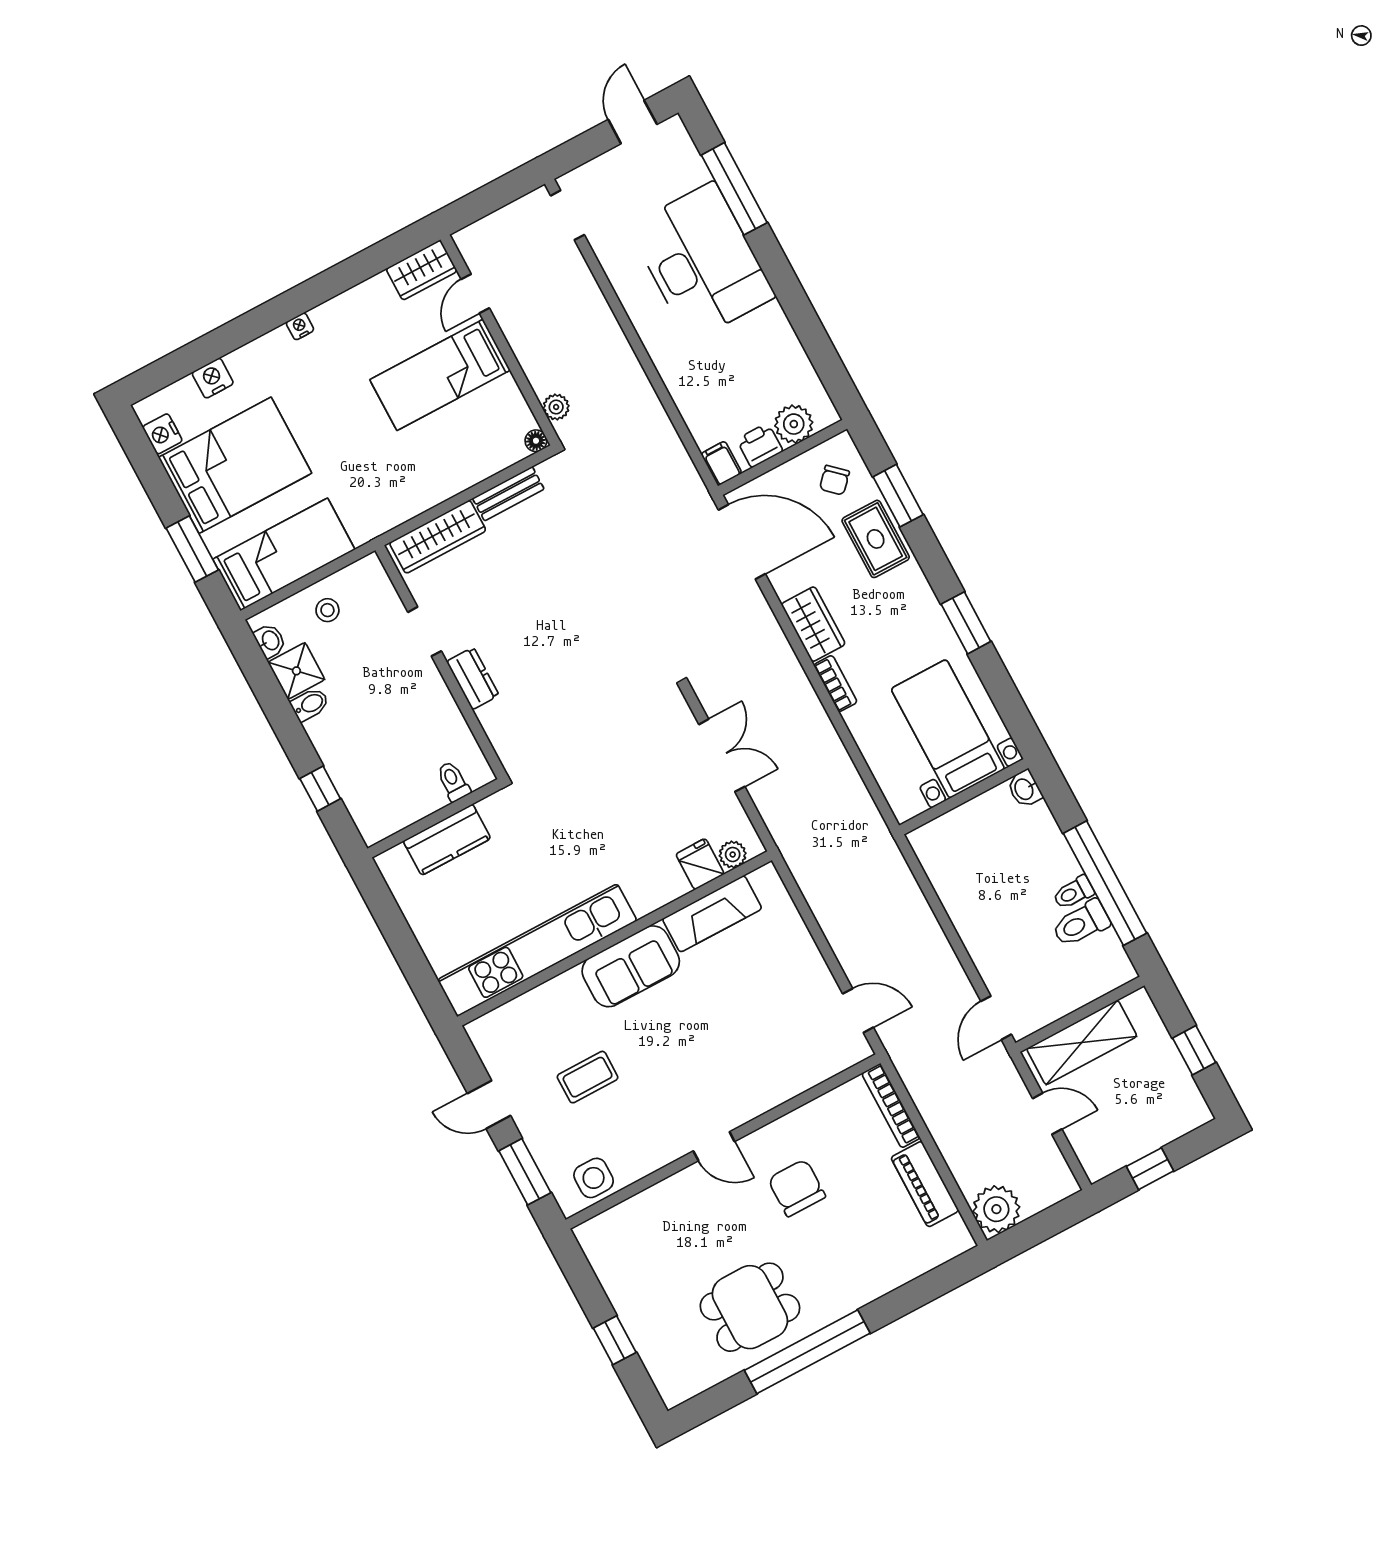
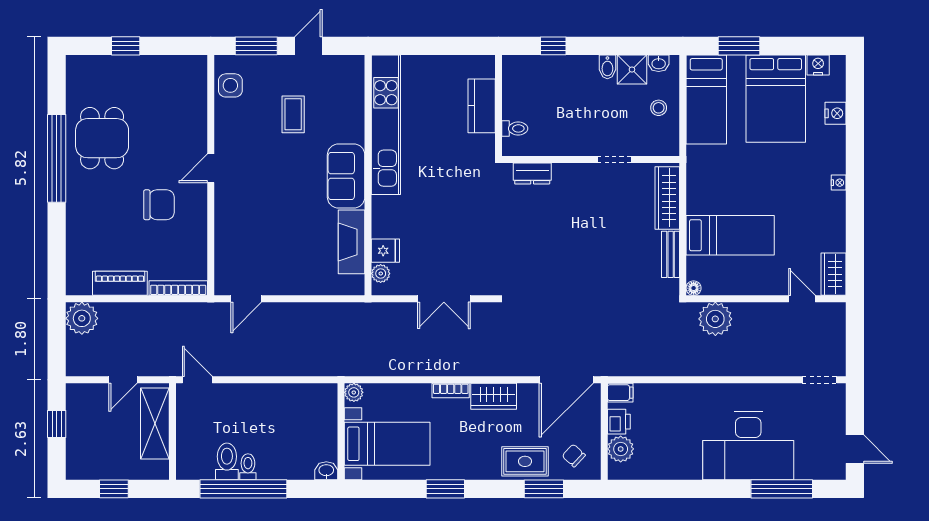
bed: (440, 375) -> (730, 235), moved, turned 90
plant: (556, 407) -> (715, 319), width x1.88, depth x1.88
dresser: (473, 678) -> (532, 173), moved
plant: (905, 807) -> (354, 392), added

